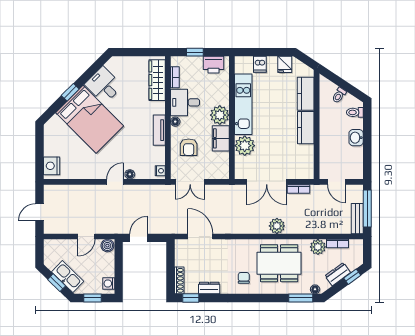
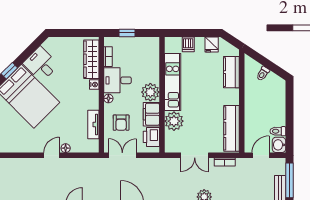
printer: (214, 65) -> (151, 137), moved, turned 90
toilet: (355, 112) -> (278, 131), moved
kitchen counter: (306, 128) -> (232, 128), moved, width x1.50
tv unit: (159, 130) -> (93, 125), moved
washbasin: (356, 138) -> (279, 145), moved
nightstand: (160, 171) -> (94, 85), moved
double door: (190, 182) -> (122, 155), swing flipped
double door: (267, 182) -> (195, 155), width x0.73
door: (337, 182) -> (261, 155), swing flipped

